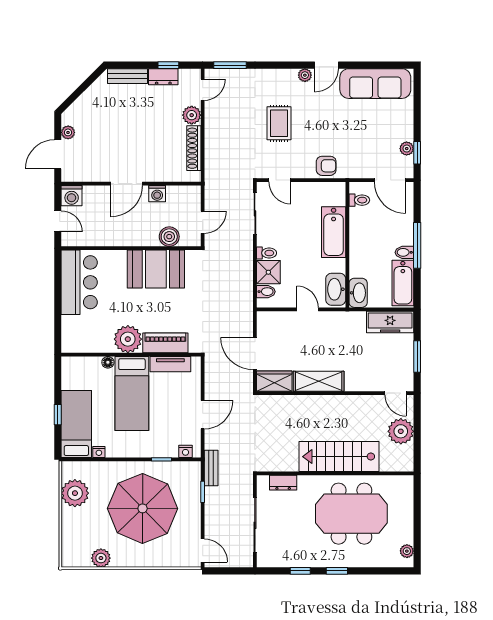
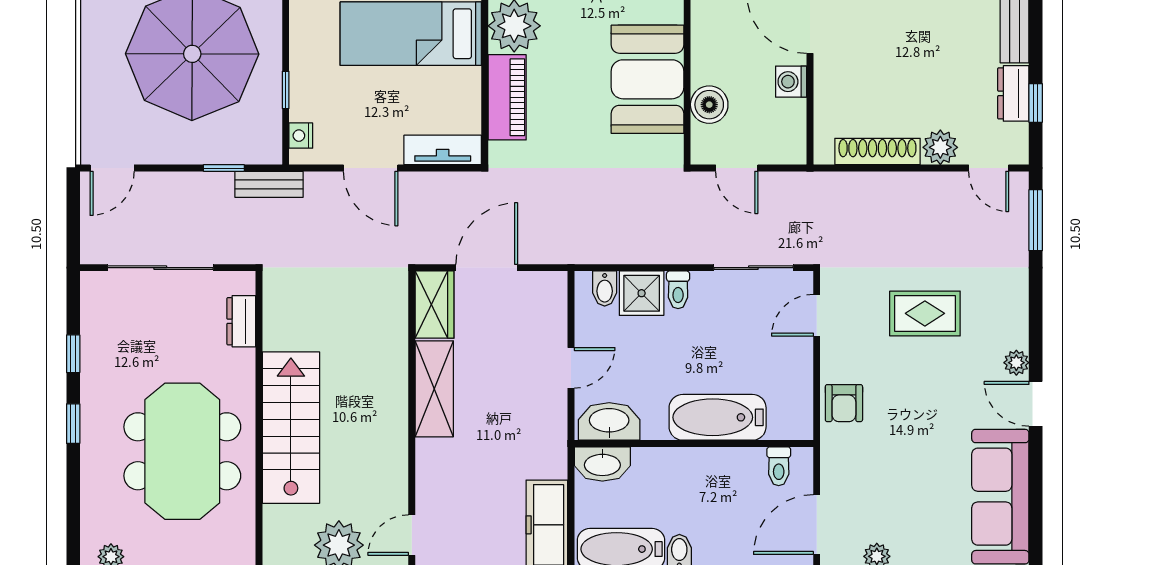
tv unit: (170, 364) -> (443, 150), moved, turned 90

